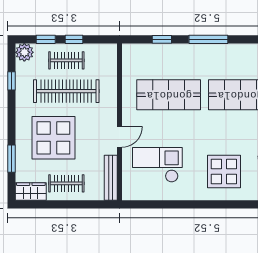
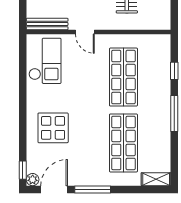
checkout: (157, 165) -> (45, 61), moved

